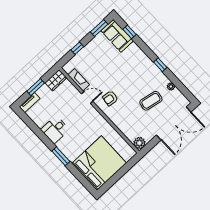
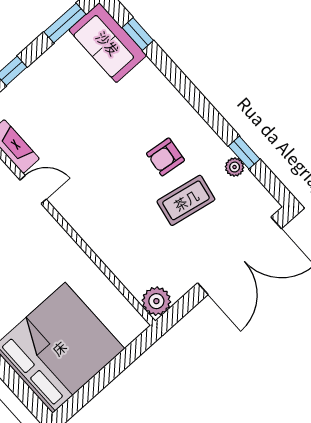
window: (160, 65) -> (244, 153), moved
armchair: (110, 98) -> (165, 157), moved

